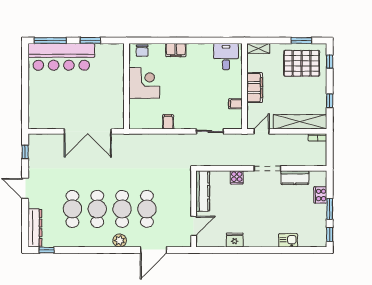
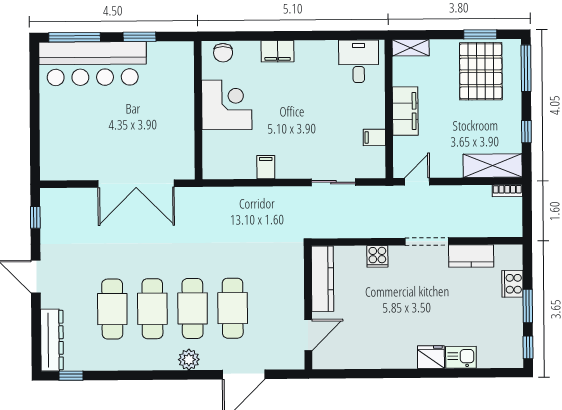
window: (330, 62) -> (526, 68), width x2.17
pallet: (302, 63) -> (481, 71), turned 90
shelving: (300, 122) -> (493, 166), width x0.68
fridge: (235, 240) -> (431, 357), moved

